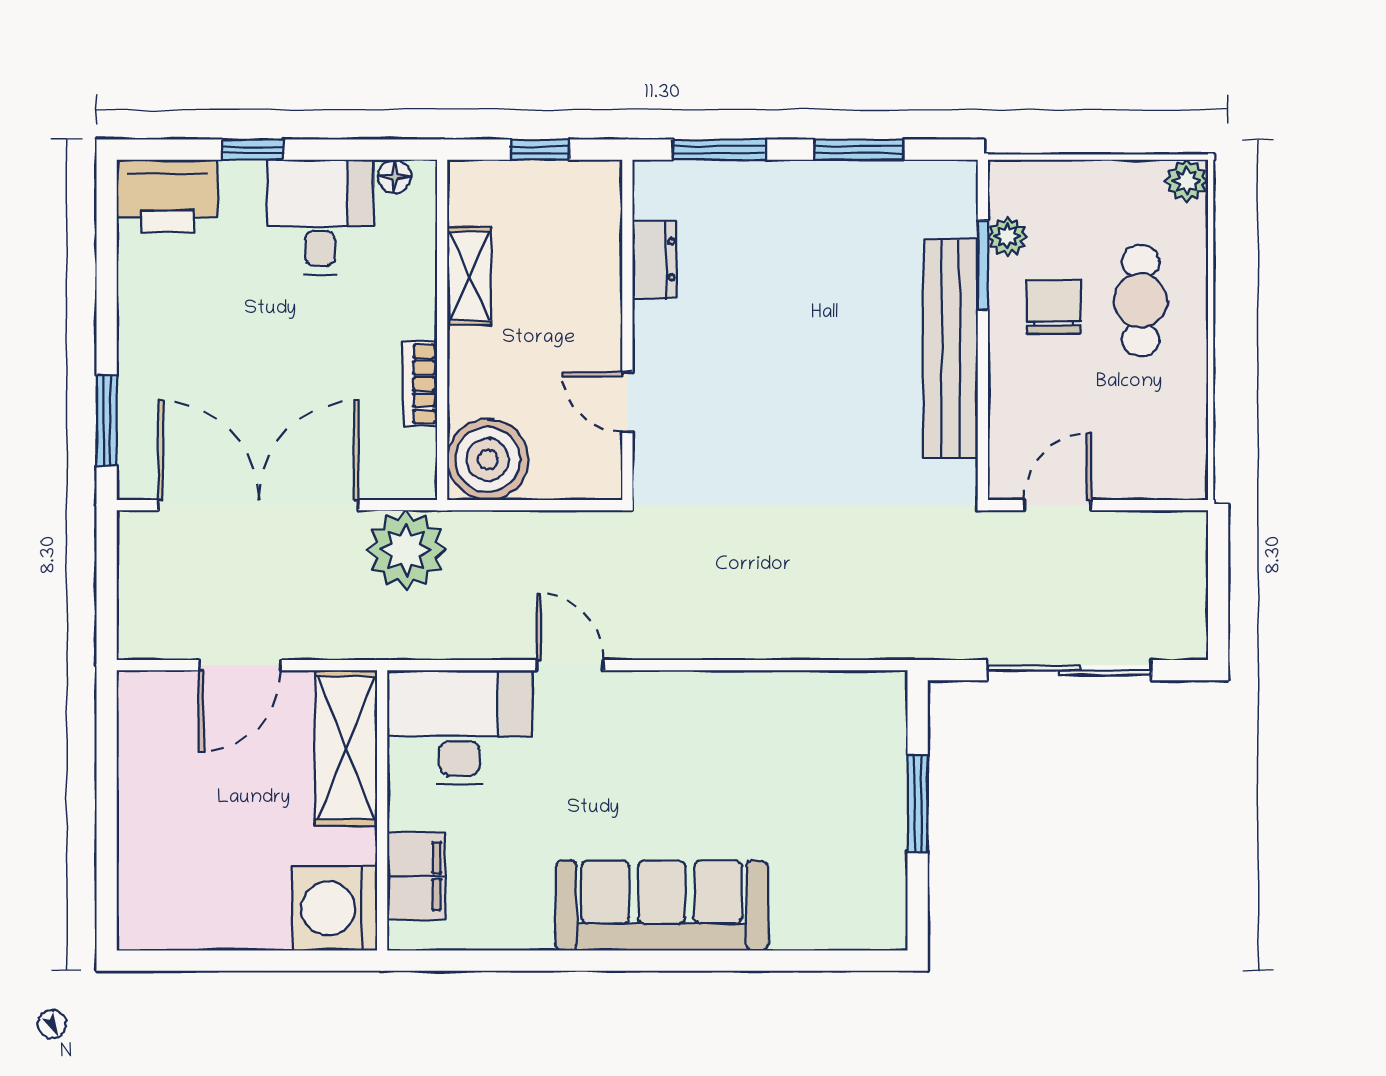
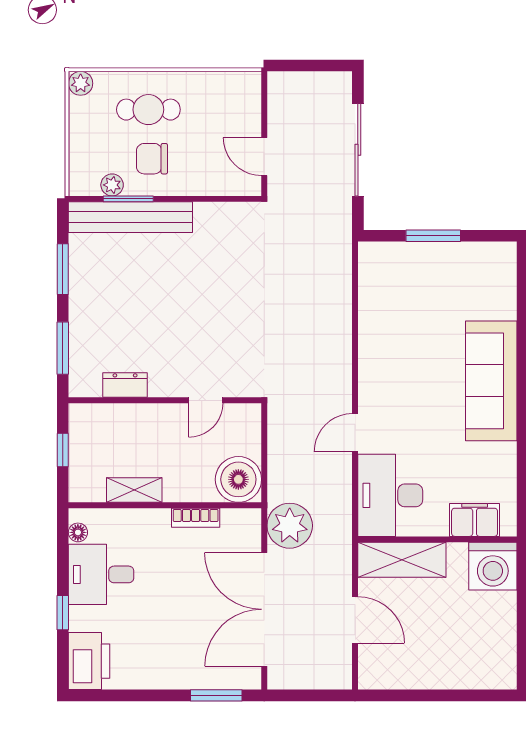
bench: (951, 348) -> (130, 217), moved

